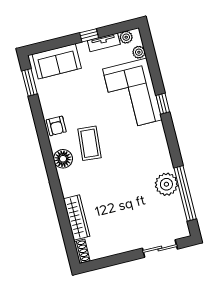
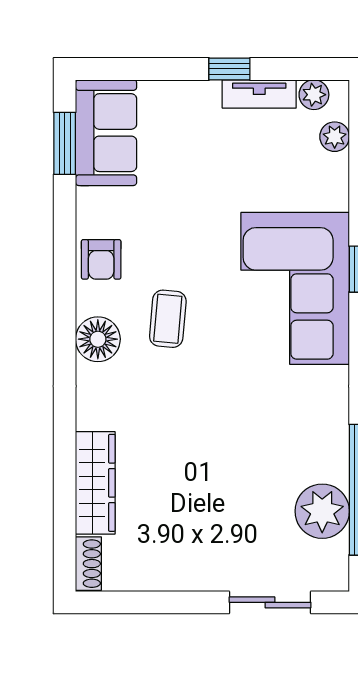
sofa: (57, 61) -> (106, 133), moved, turned -90
corner sofa: (132, 94) -> (295, 288), moved
coffee table: (89, 143) -> (168, 319), width x0.73, depth x0.77
plant: (166, 184) -> (322, 511), moved

